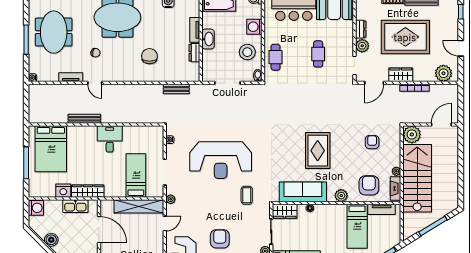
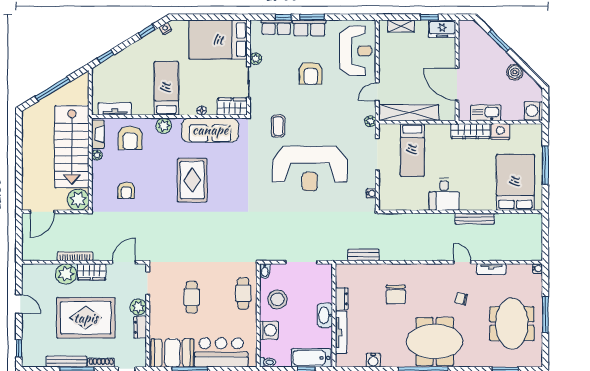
tv unit: (195, 30) -> (341, 332), width x1.41
plant: (443, 73) -> (66, 274), moved
reception desk: (221, 160) -> (310, 169), turned 180
bed: (357, 226) -> (166, 88), moved

